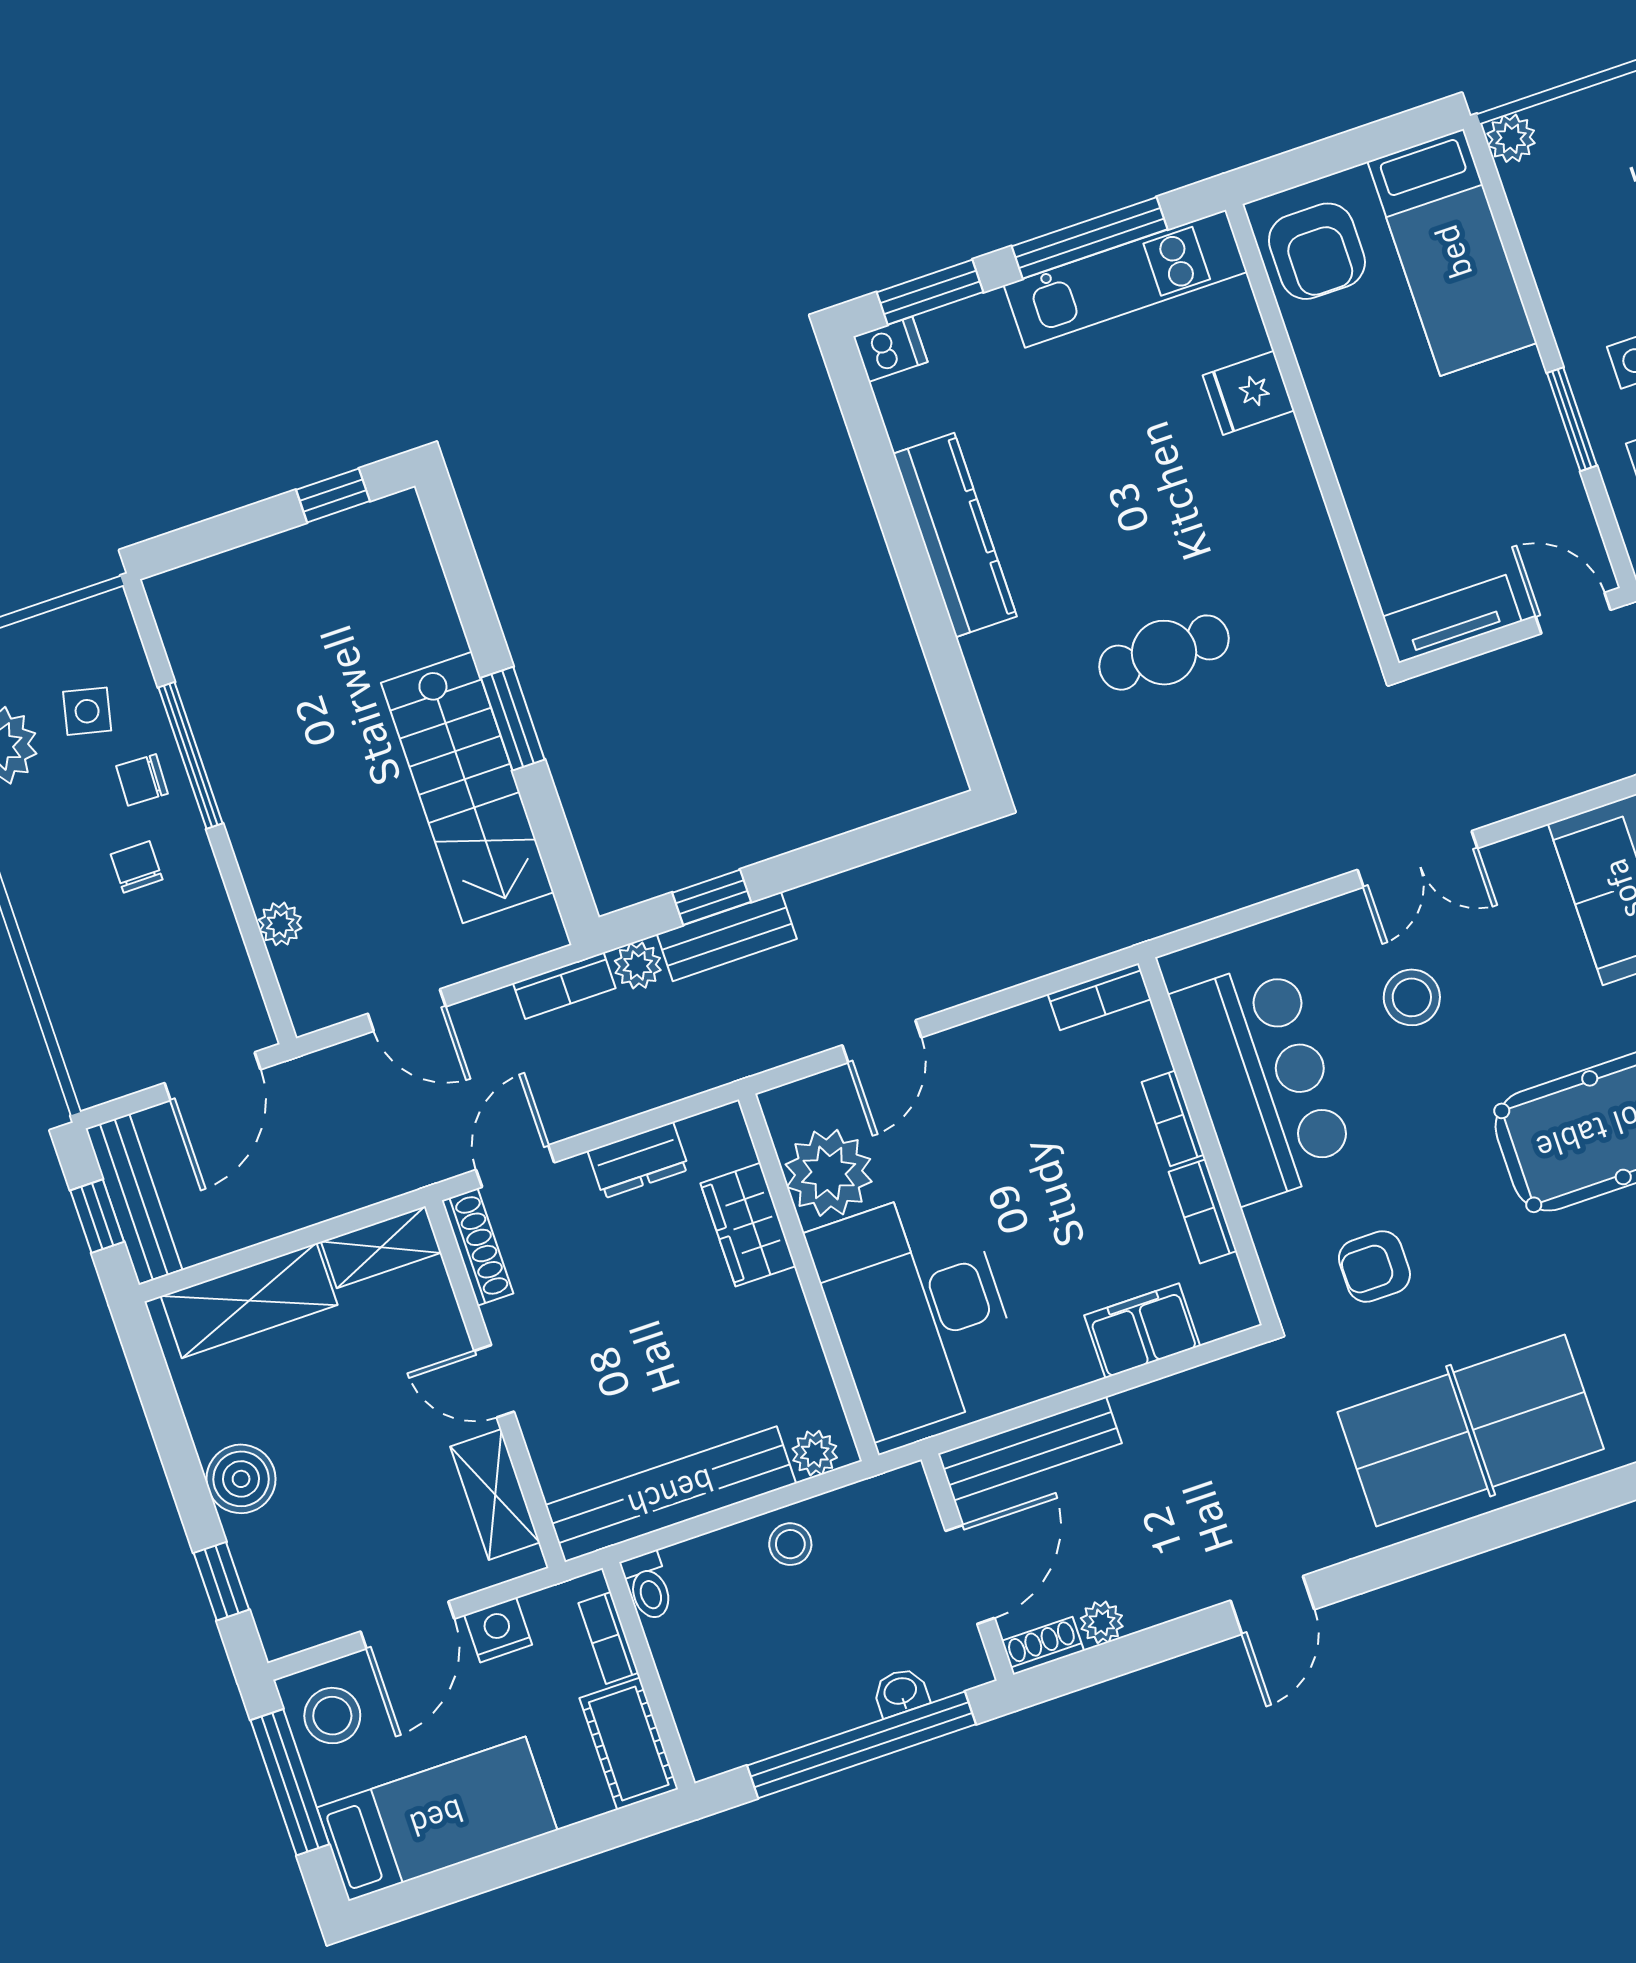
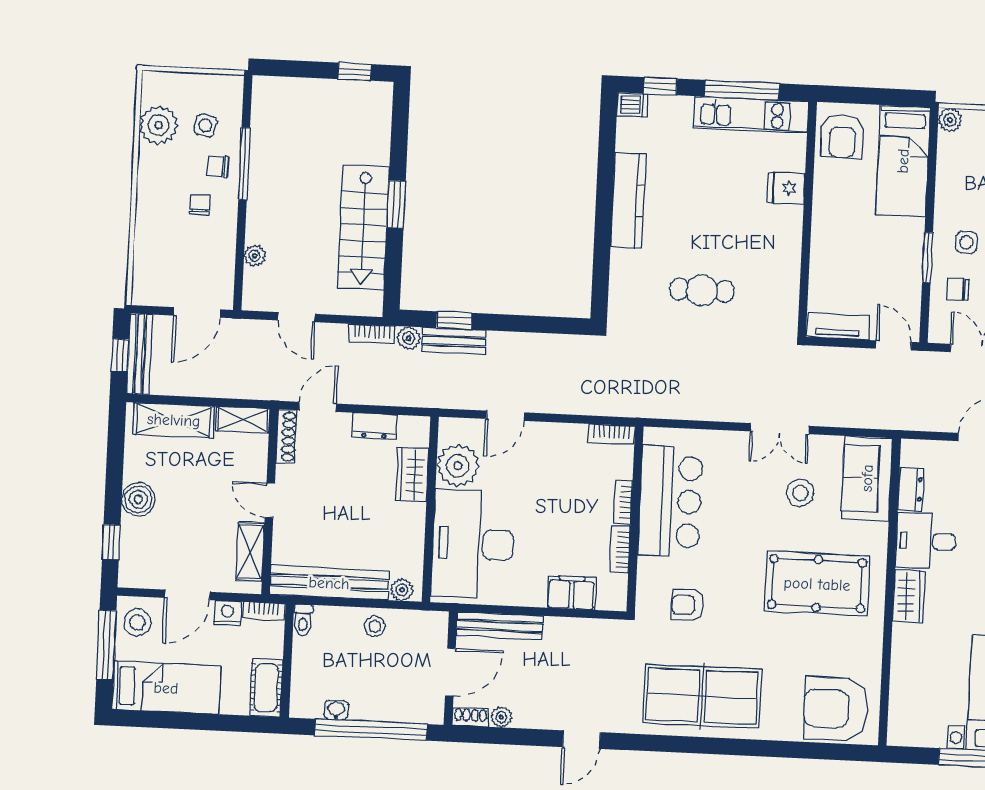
window: (930, 292) -> (660, 86), width x0.67
stool: (1412, 997) -> (800, 493), moved
bookcase: (609, 1638) -> (264, 611), moved, turned -90
washbasin: (901, 1692) -> (336, 710), moved

